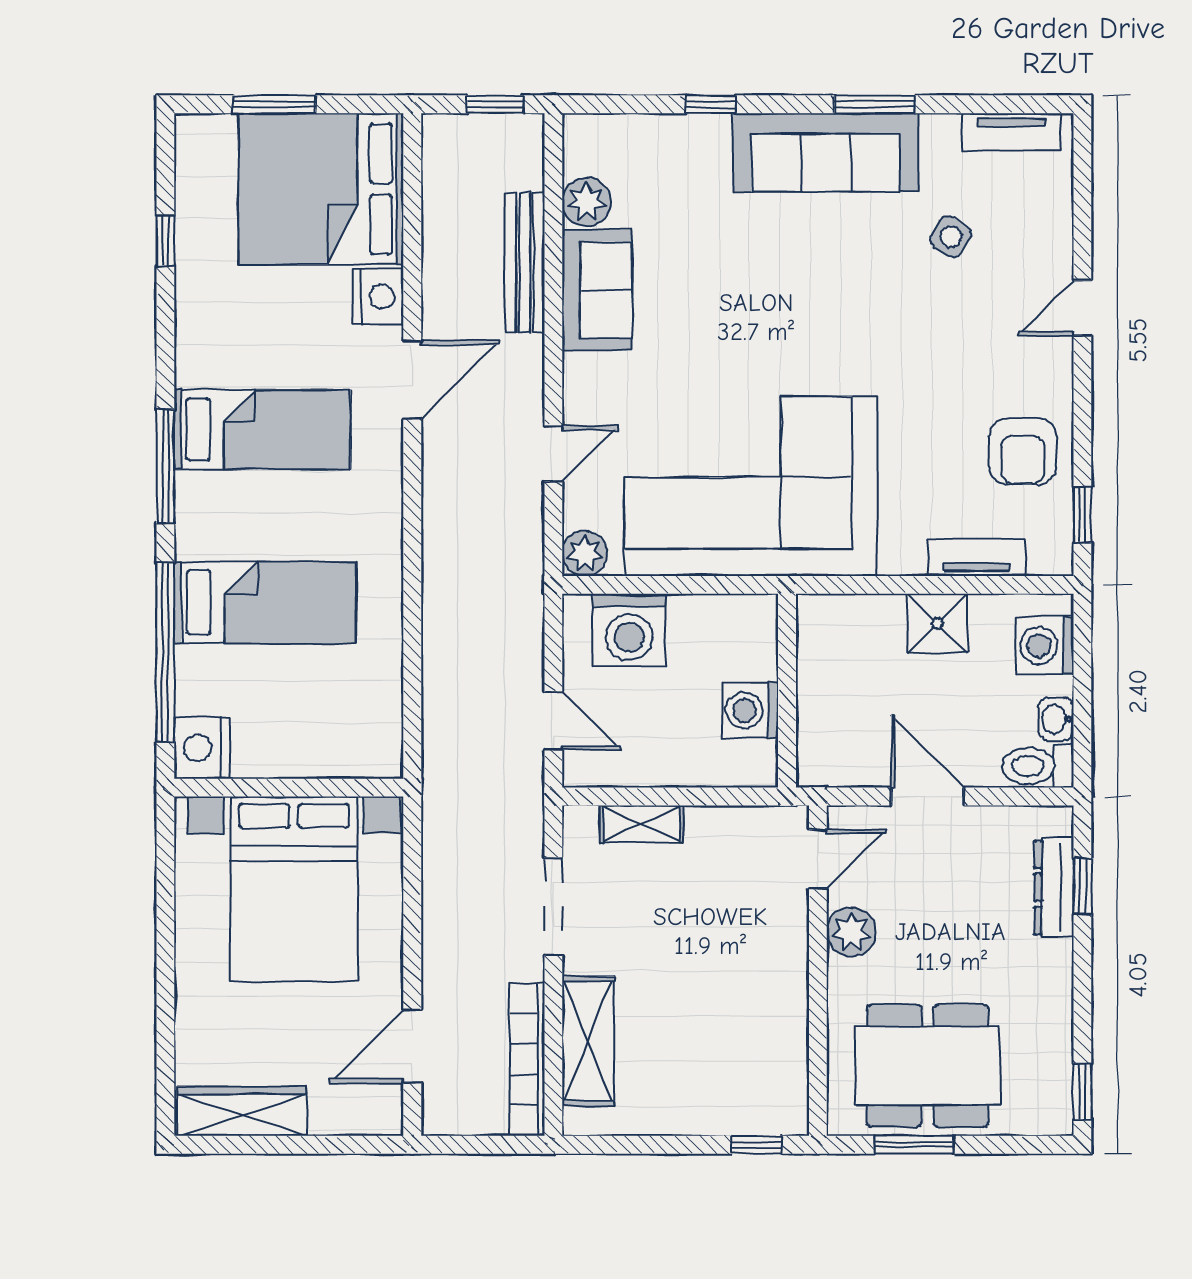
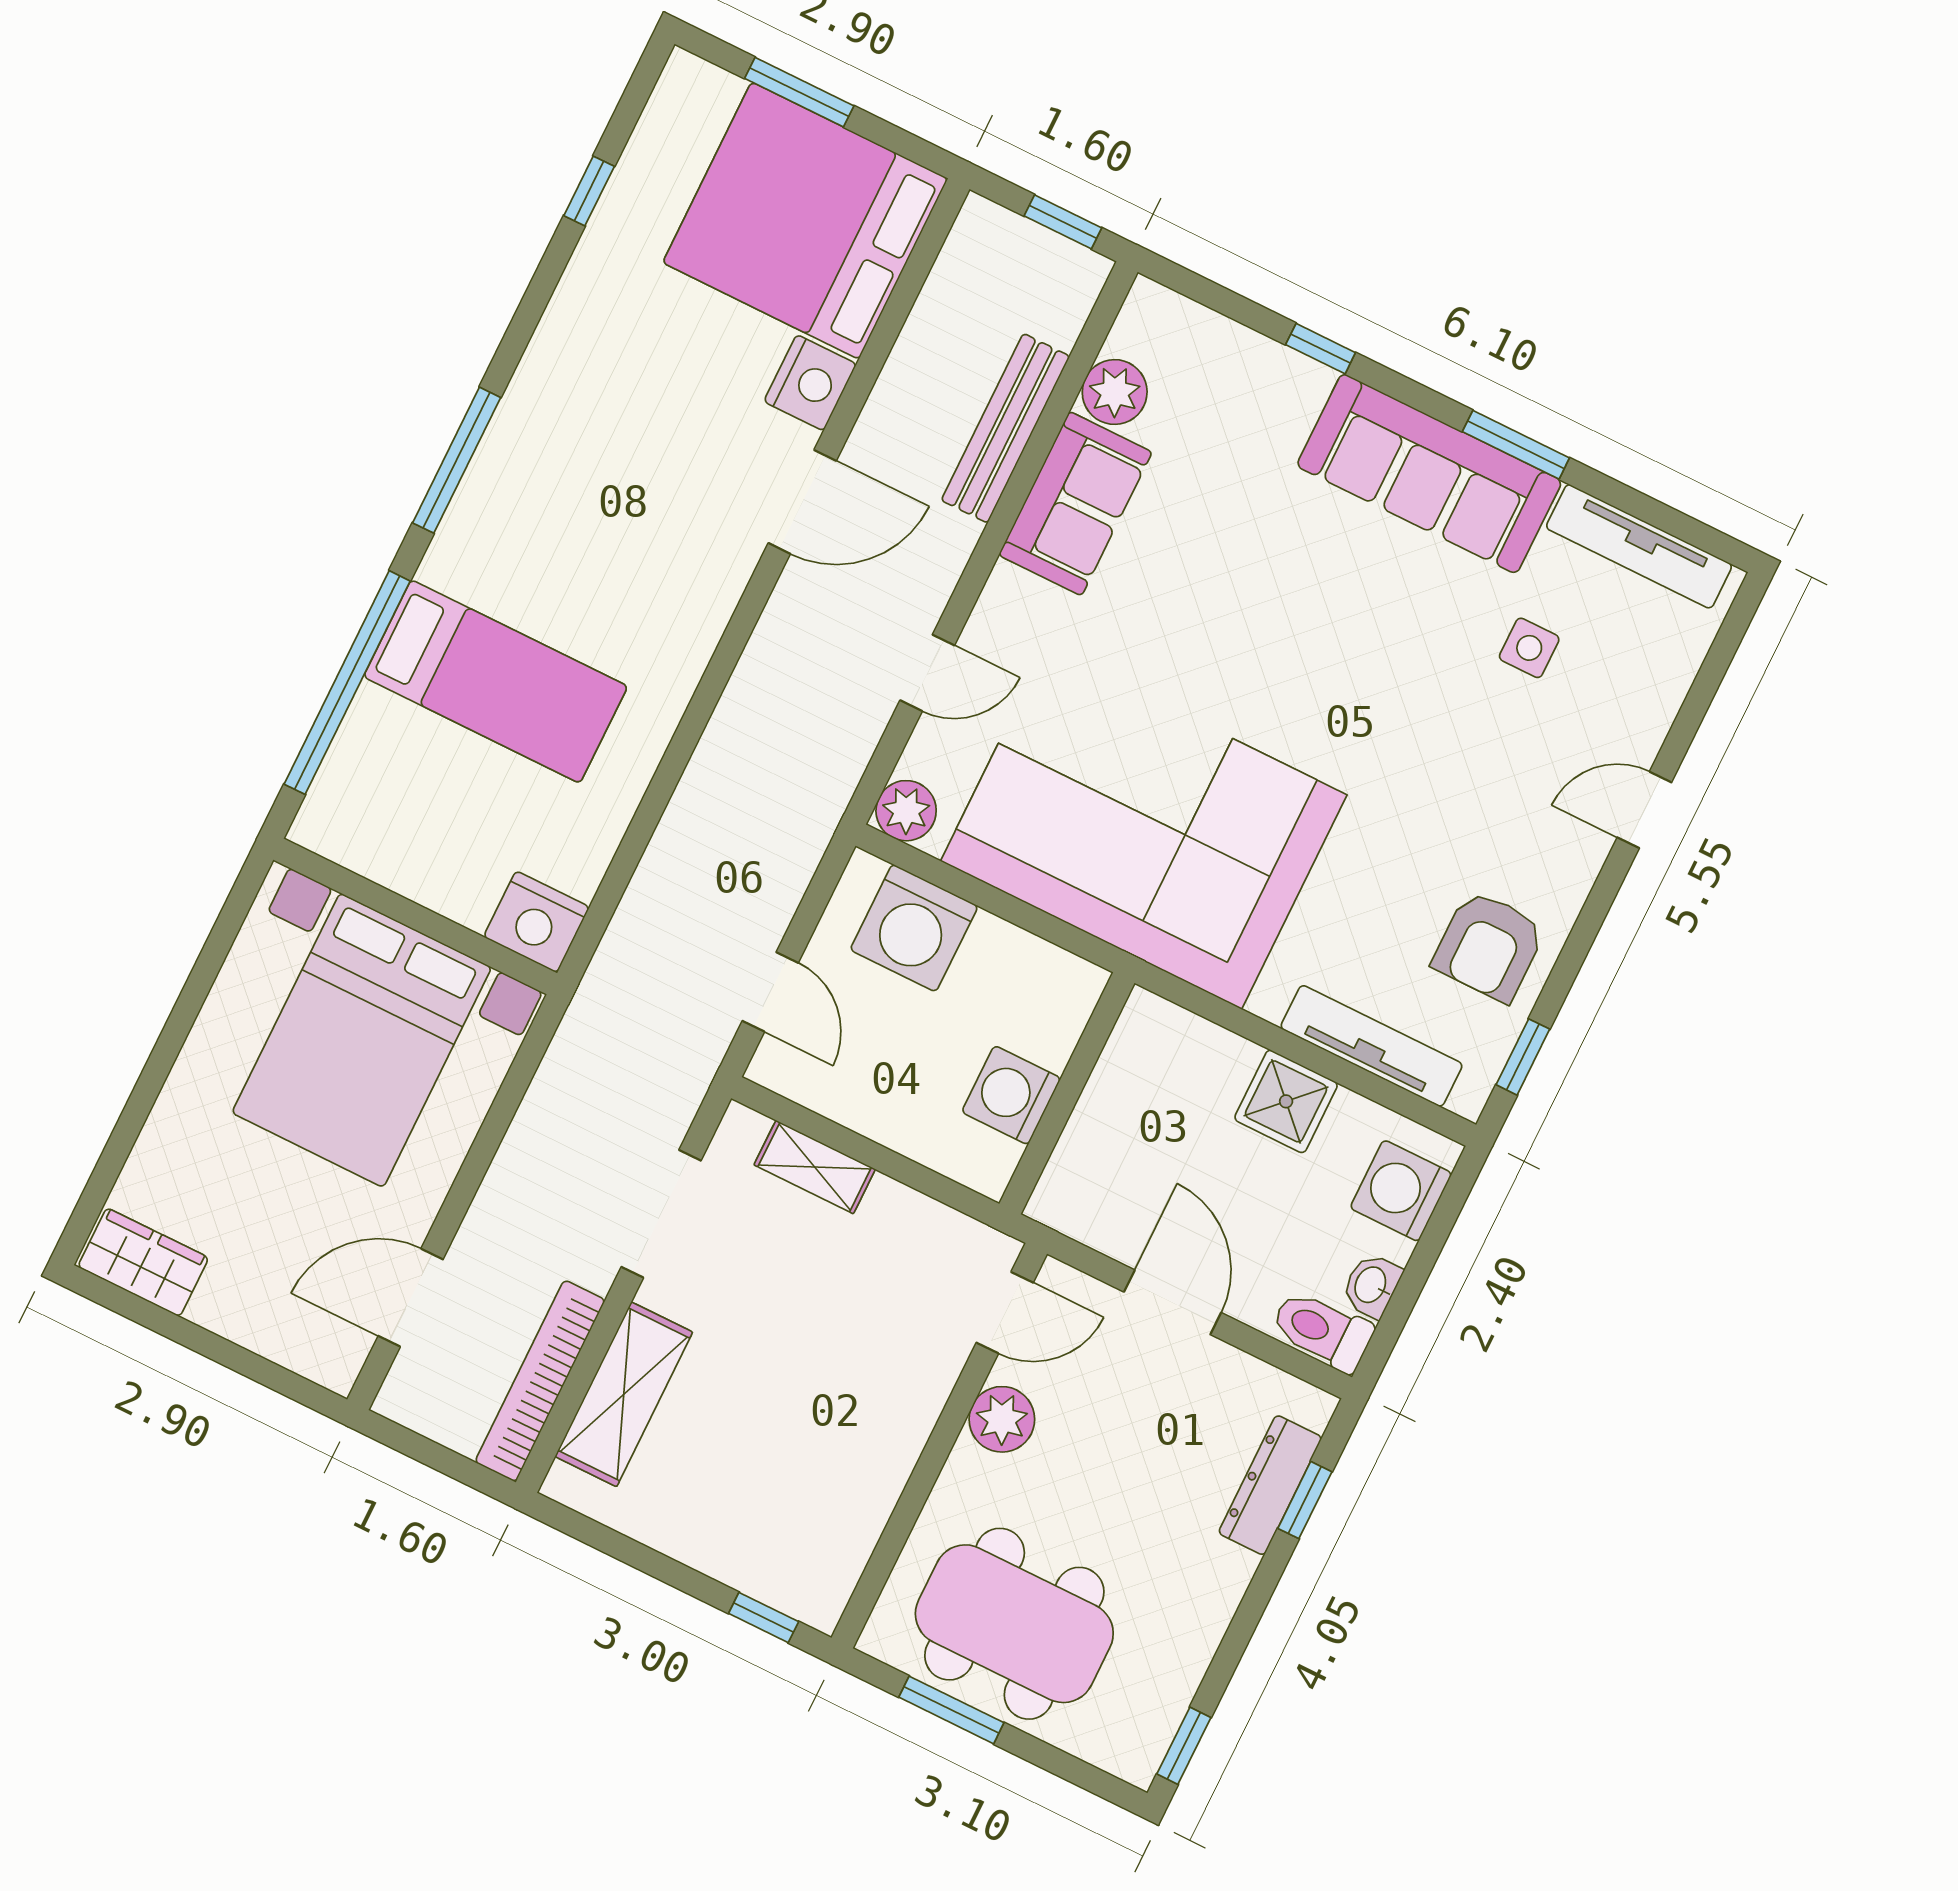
tv unit: (1012, 132) -> (1639, 546), width x1.41
side table: (951, 237) -> (1529, 648), turned -32
bed: (262, 430) -> (594, 473), removed
tv unit: (977, 558) -> (1372, 1046), width x1.41
nightstand: (202, 748) -> (536, 922), moved, turned -90
wardrobe: (242, 1111) -> (143, 1262), width x0.67

